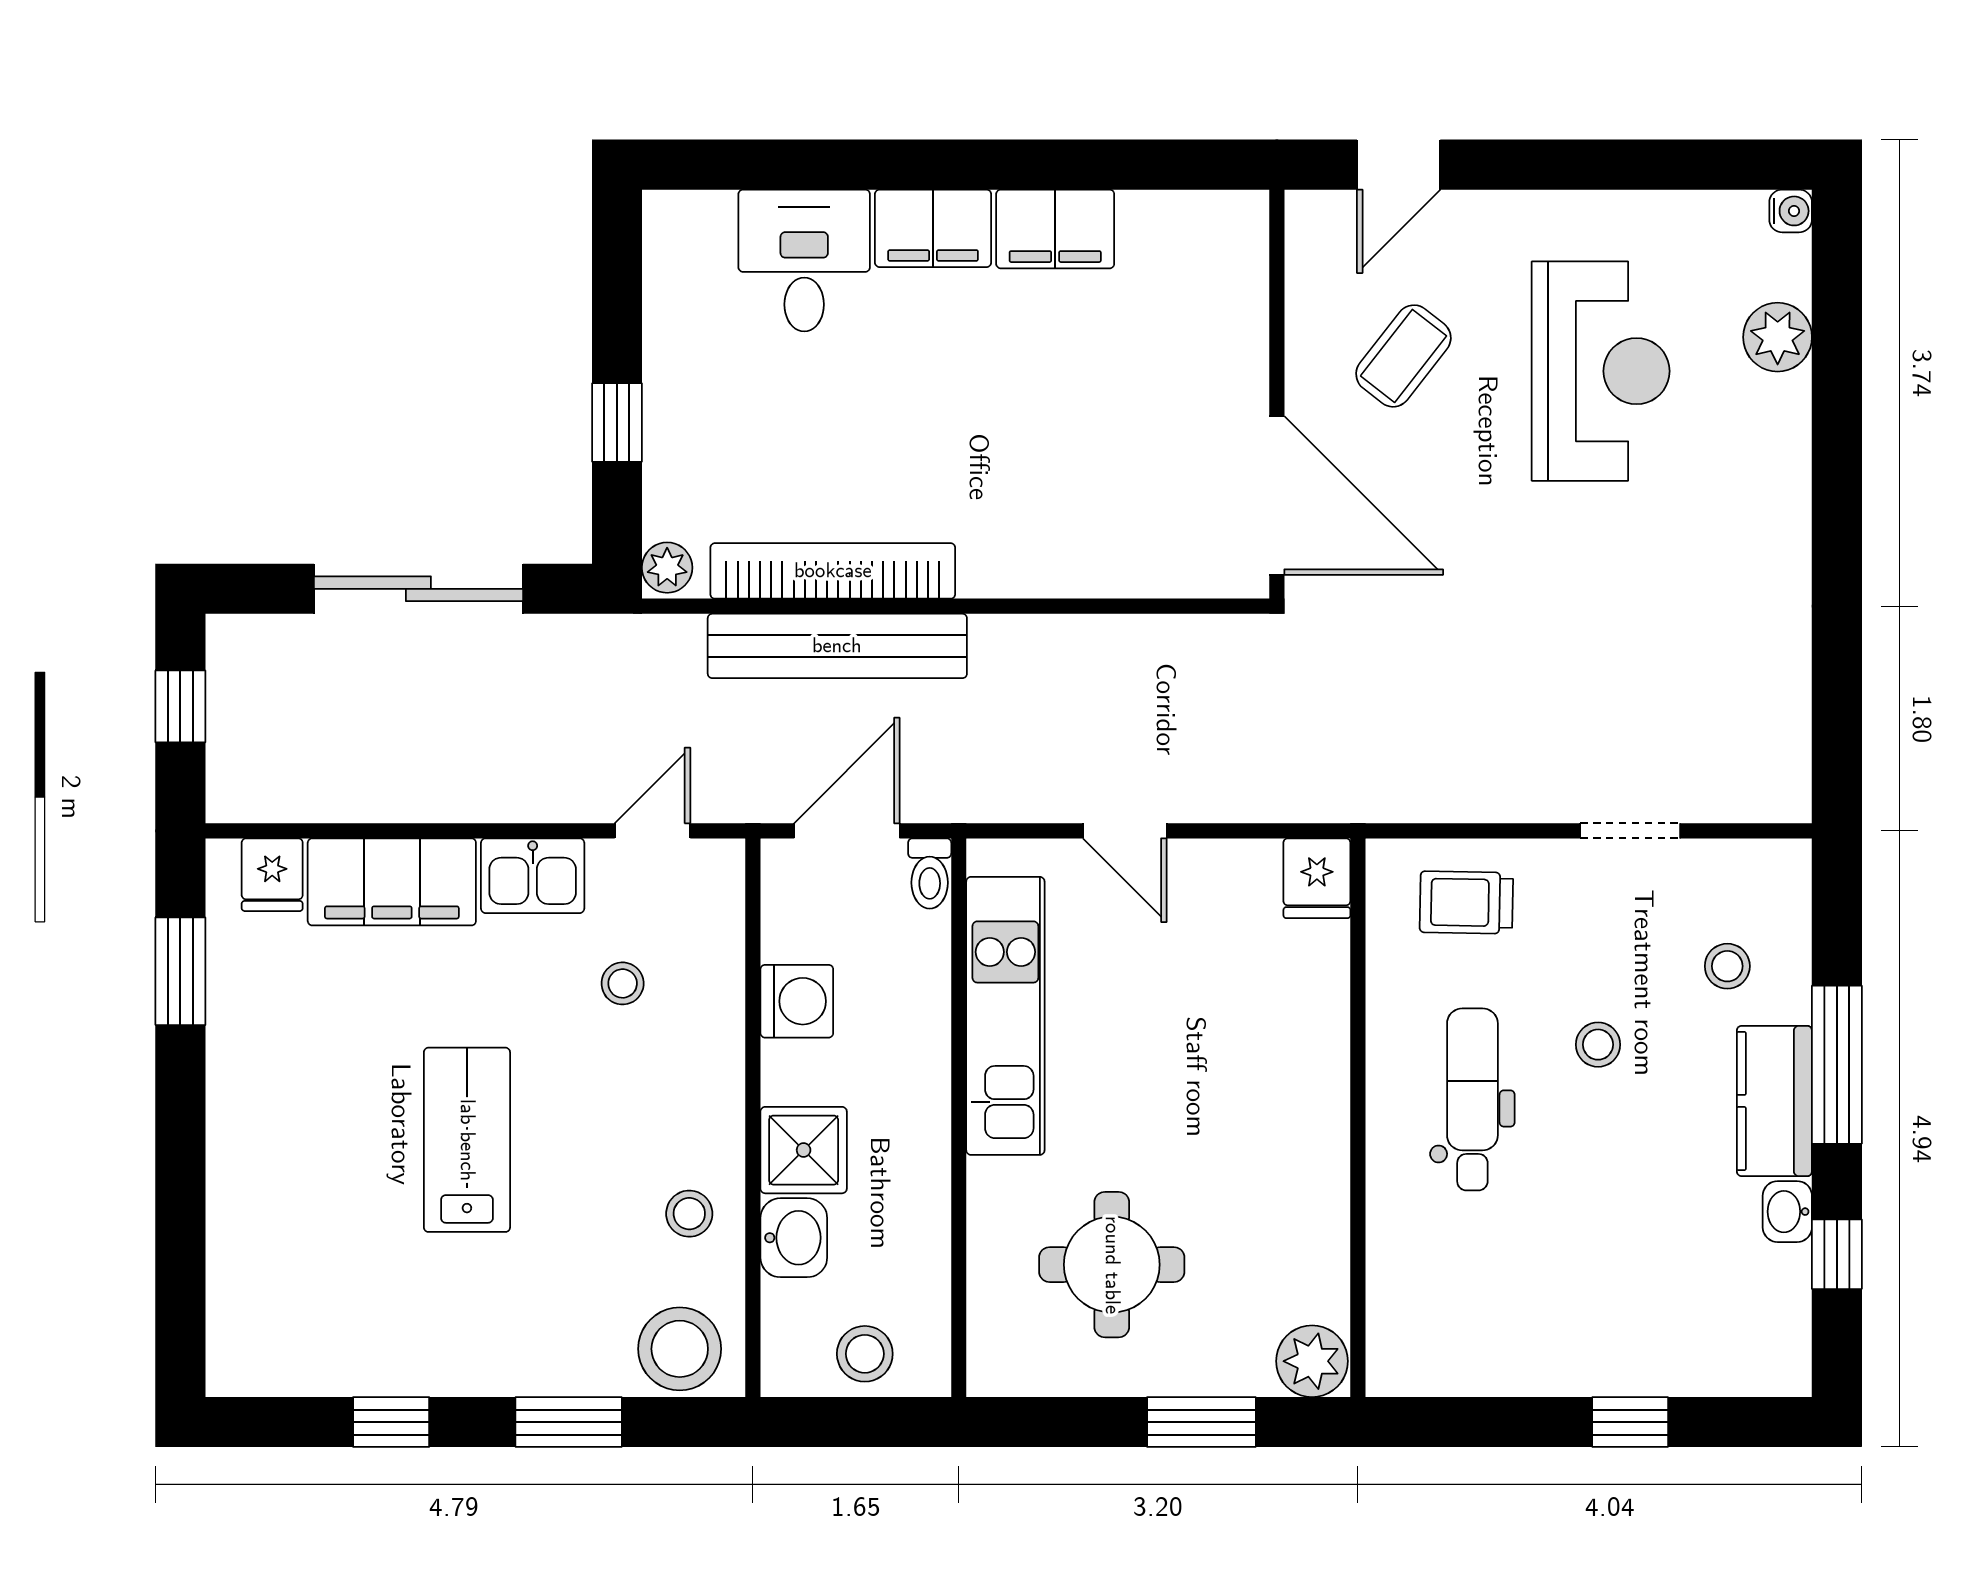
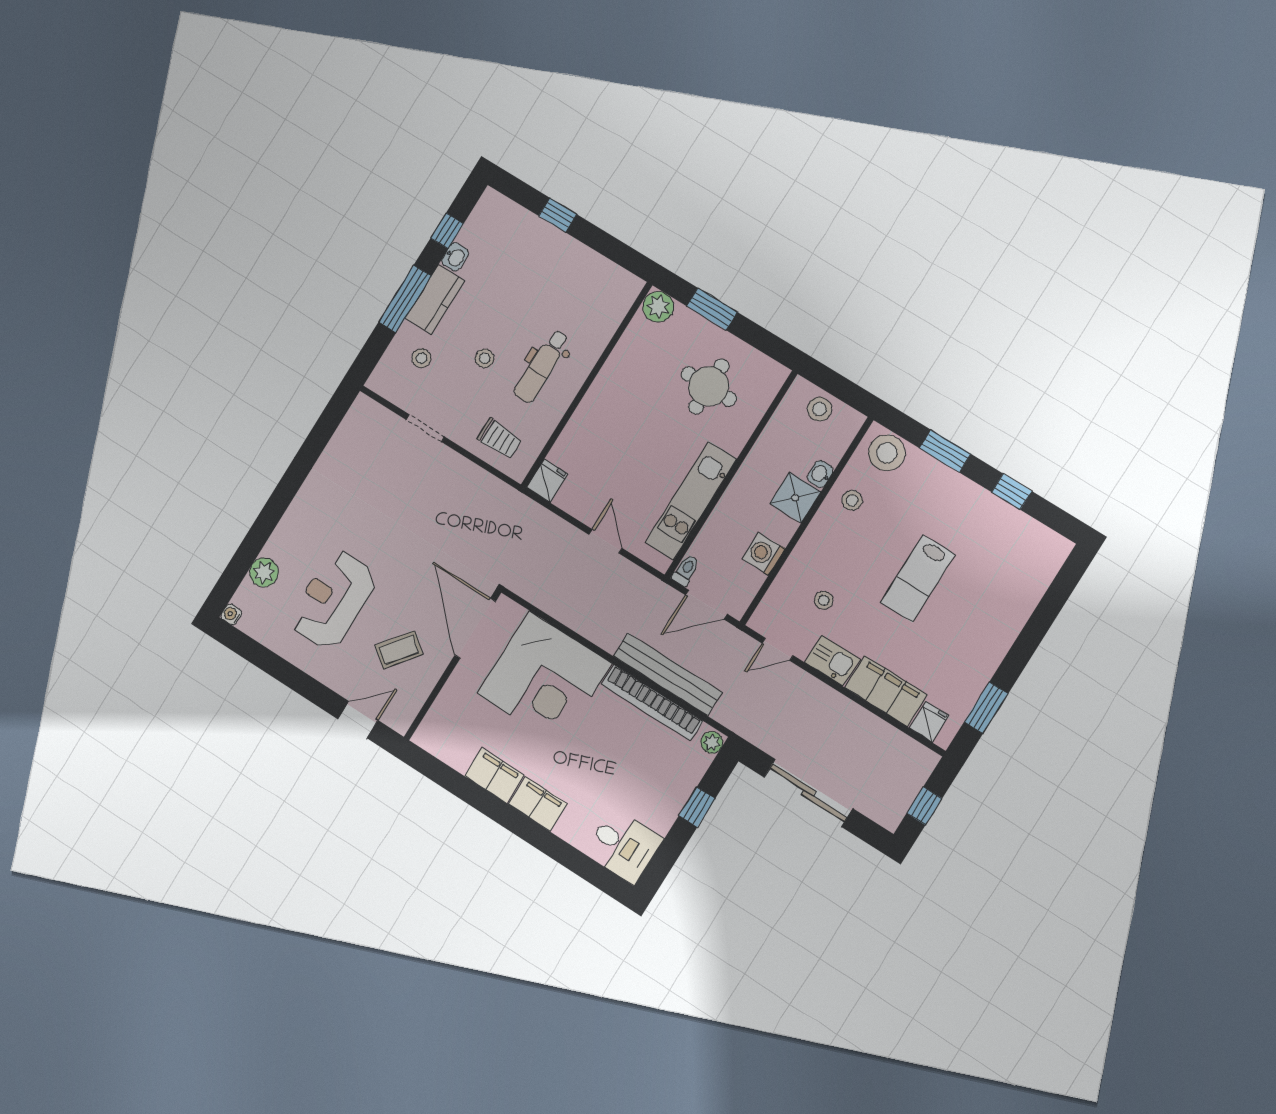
desk: (804, 261) -> (624, 846), moved, turned -90
corner desk: (1076, 483) -> (544, 679), added
washbasin: (794, 1238) -> (820, 474), width x0.72, depth x0.69

